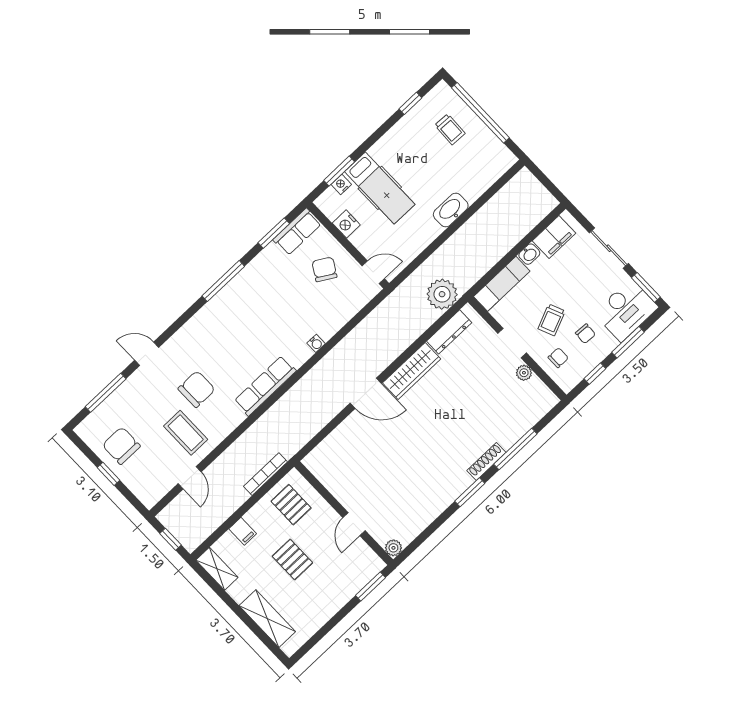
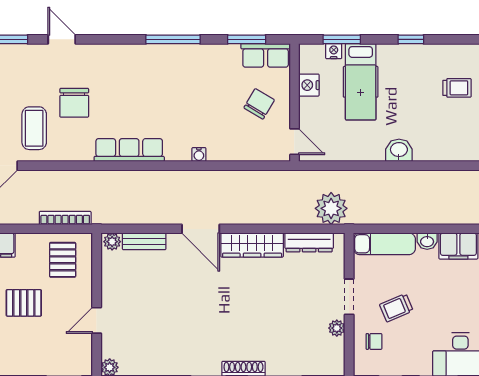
window: (410, 103) -> (411, 39), moved
trolley: (450, 129) -> (457, 88), turned -92
washbasin: (451, 210) -> (399, 150), width x0.72
chair: (585, 334) -> (412, 343), removed
chair: (197, 389) -> (74, 103), turned 90
bench: (335, 439) -> (144, 241), added
plant: (313, 460) -> (112, 242), added
pallet: (292, 559) -> (24, 303), turned 90

